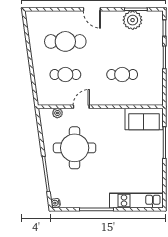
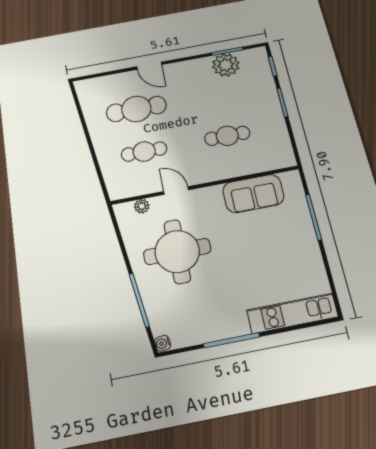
door: (92, 9) -> (149, 66), moved
door: (81, 107) -> (176, 191), hinge flipped
sofa: (144, 119) -> (253, 193), moved

